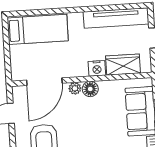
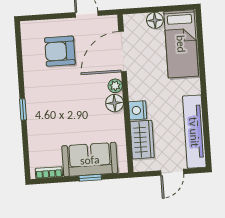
floor lamp: (17, 53) -> (155, 20), added
door: (44, 82) -> (122, 52), hinge flipped

